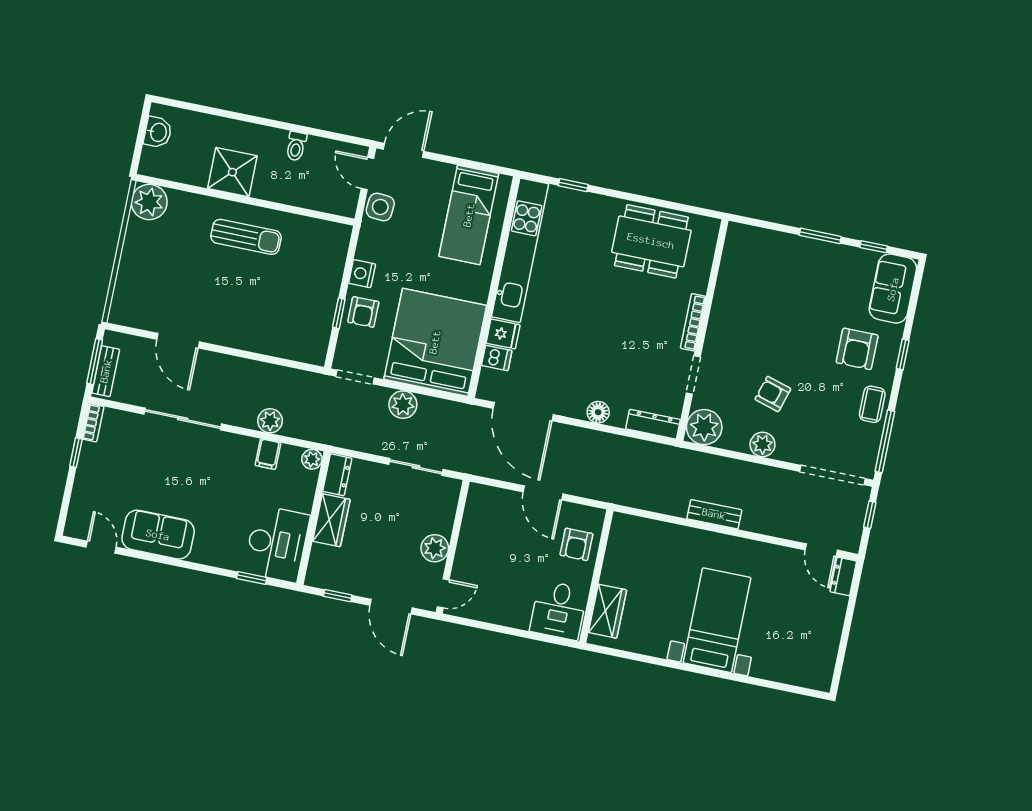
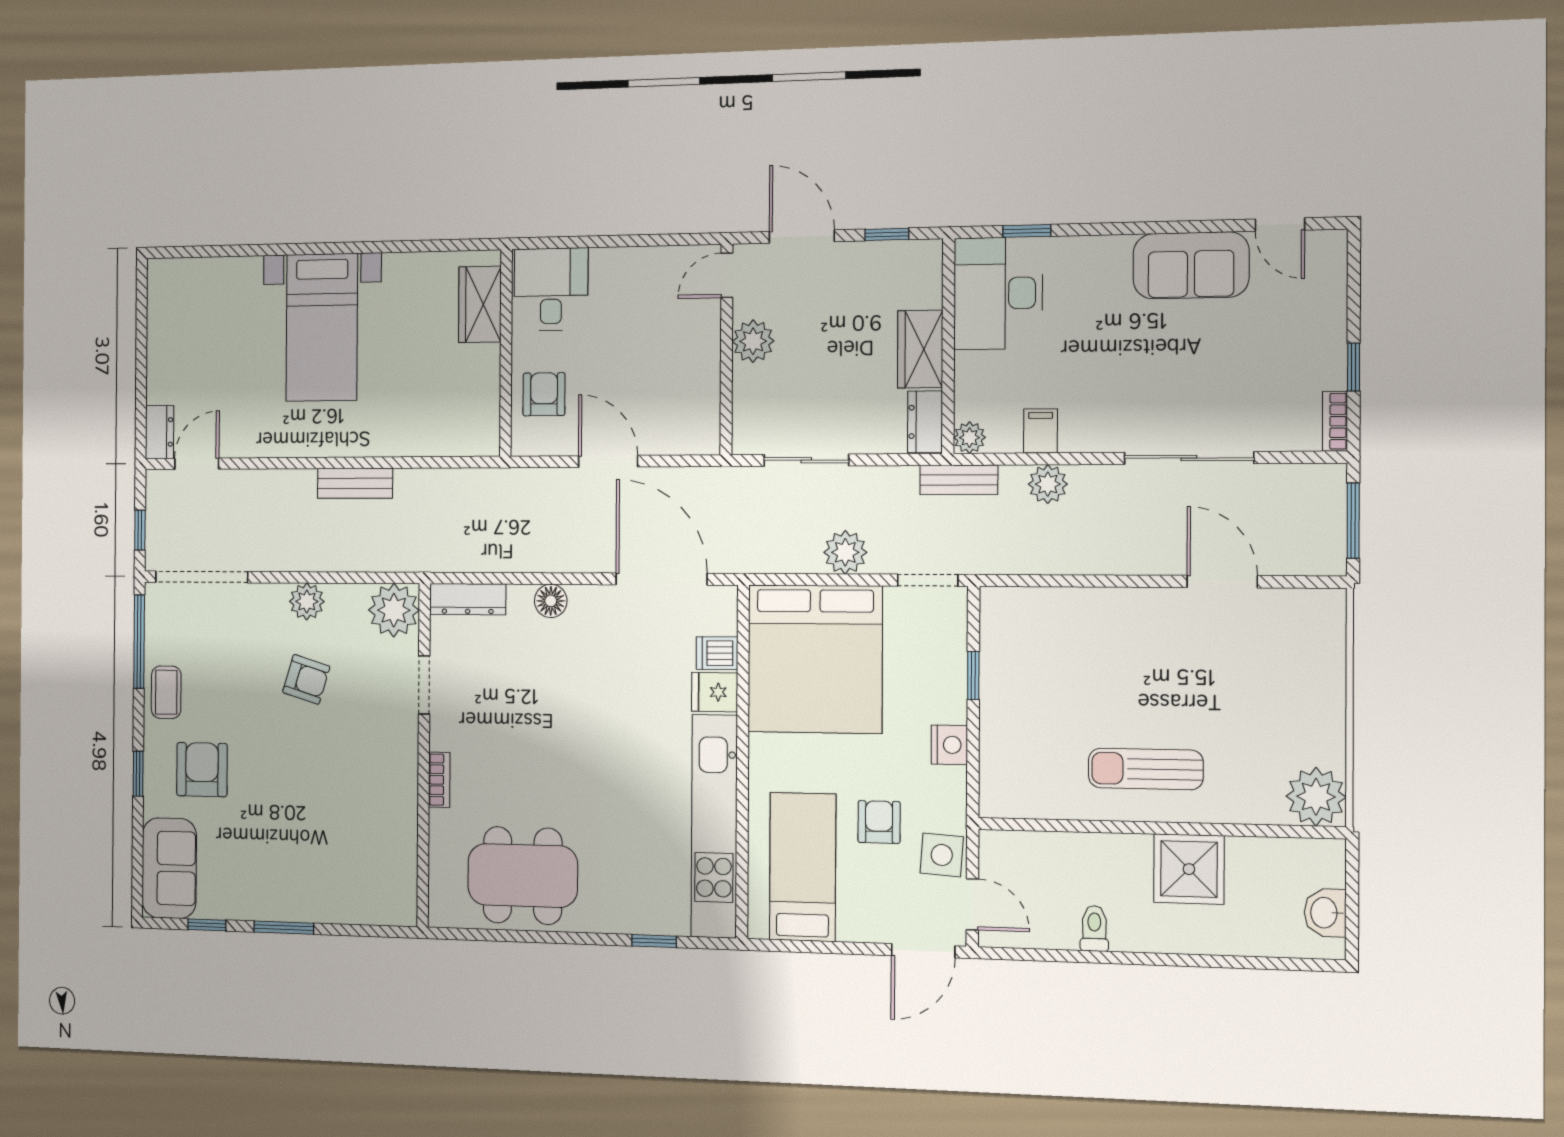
armchair: (363, 312) -> (879, 822), moved
bookcase: (693, 322) -> (439, 780), width x0.64
bench: (106, 371) -> (959, 480), moved, turned 90
door: (821, 550) -> (197, 464), hinge flipped

